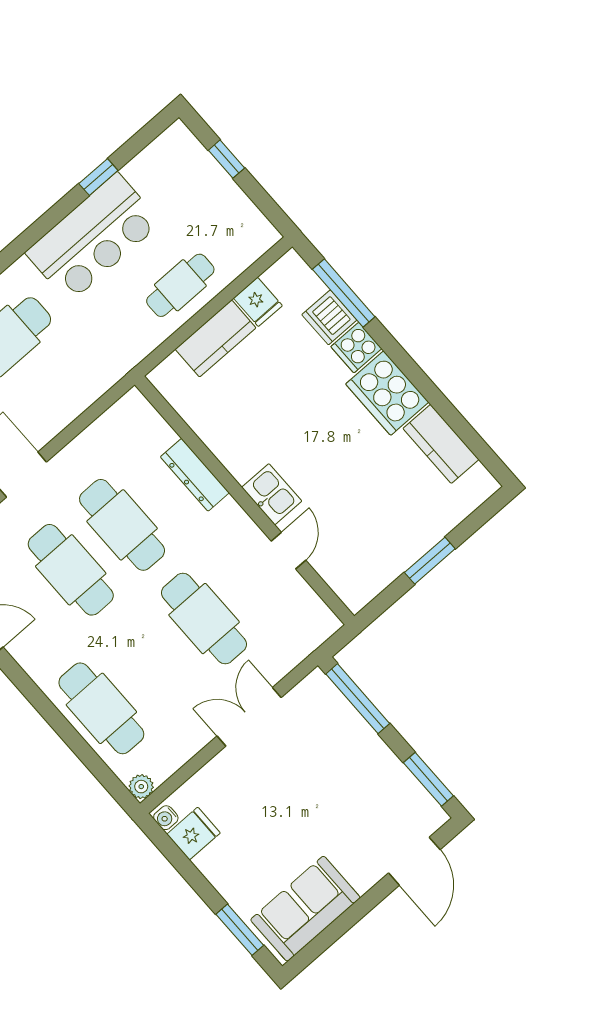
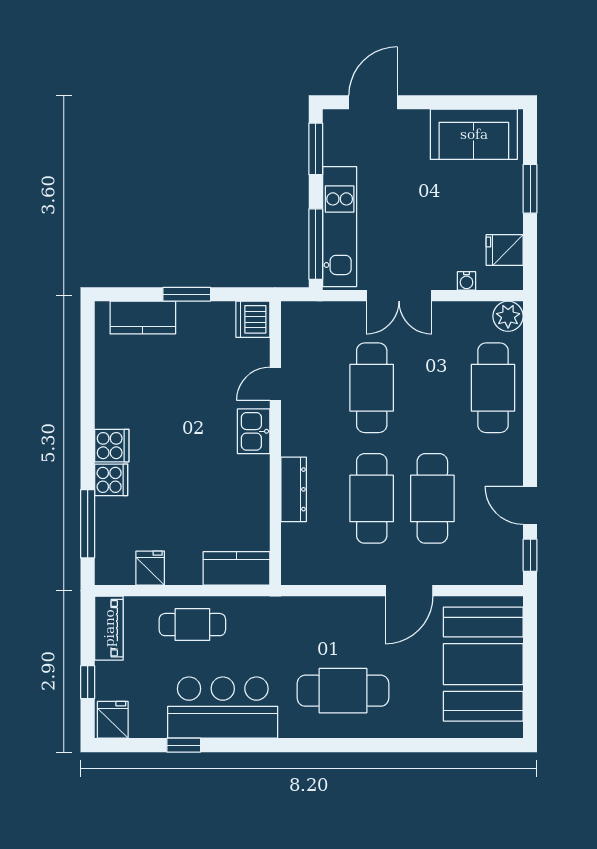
fridge: (177, 146) -> (113, 720), added
piano: (248, 220) -> (109, 628), added
dishwasher: (329, 317) -> (253, 319), moved, turned 180
kitchen counter: (216, 338) -> (237, 568), moved
cooker: (387, 393) -> (112, 446), width x0.53, depth x0.76
kitchen counter: (441, 444) -> (143, 318), moved, turned 90
kitchen unit: (351, 731) -> (340, 227), added
plant: (141, 787) -> (508, 316), width x1.38, depth x1.38
water cooler: (166, 818) -> (466, 281), moved, turned 90
window: (240, 930) -> (530, 189), moved

